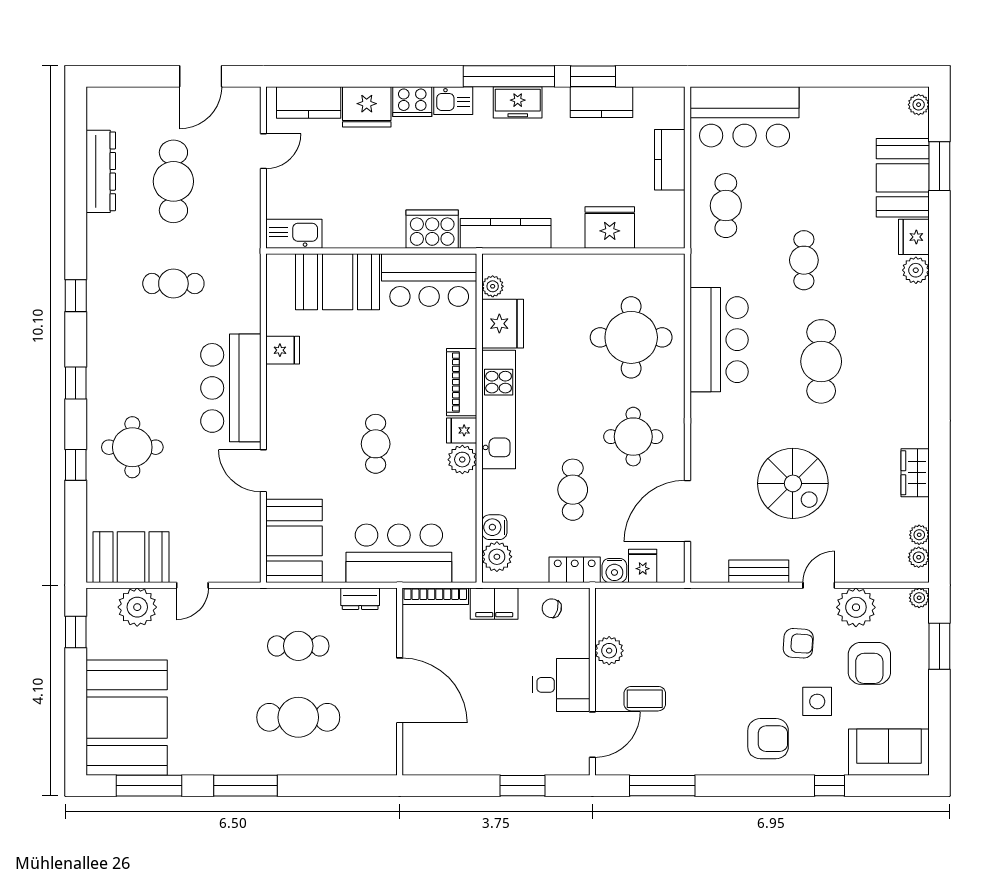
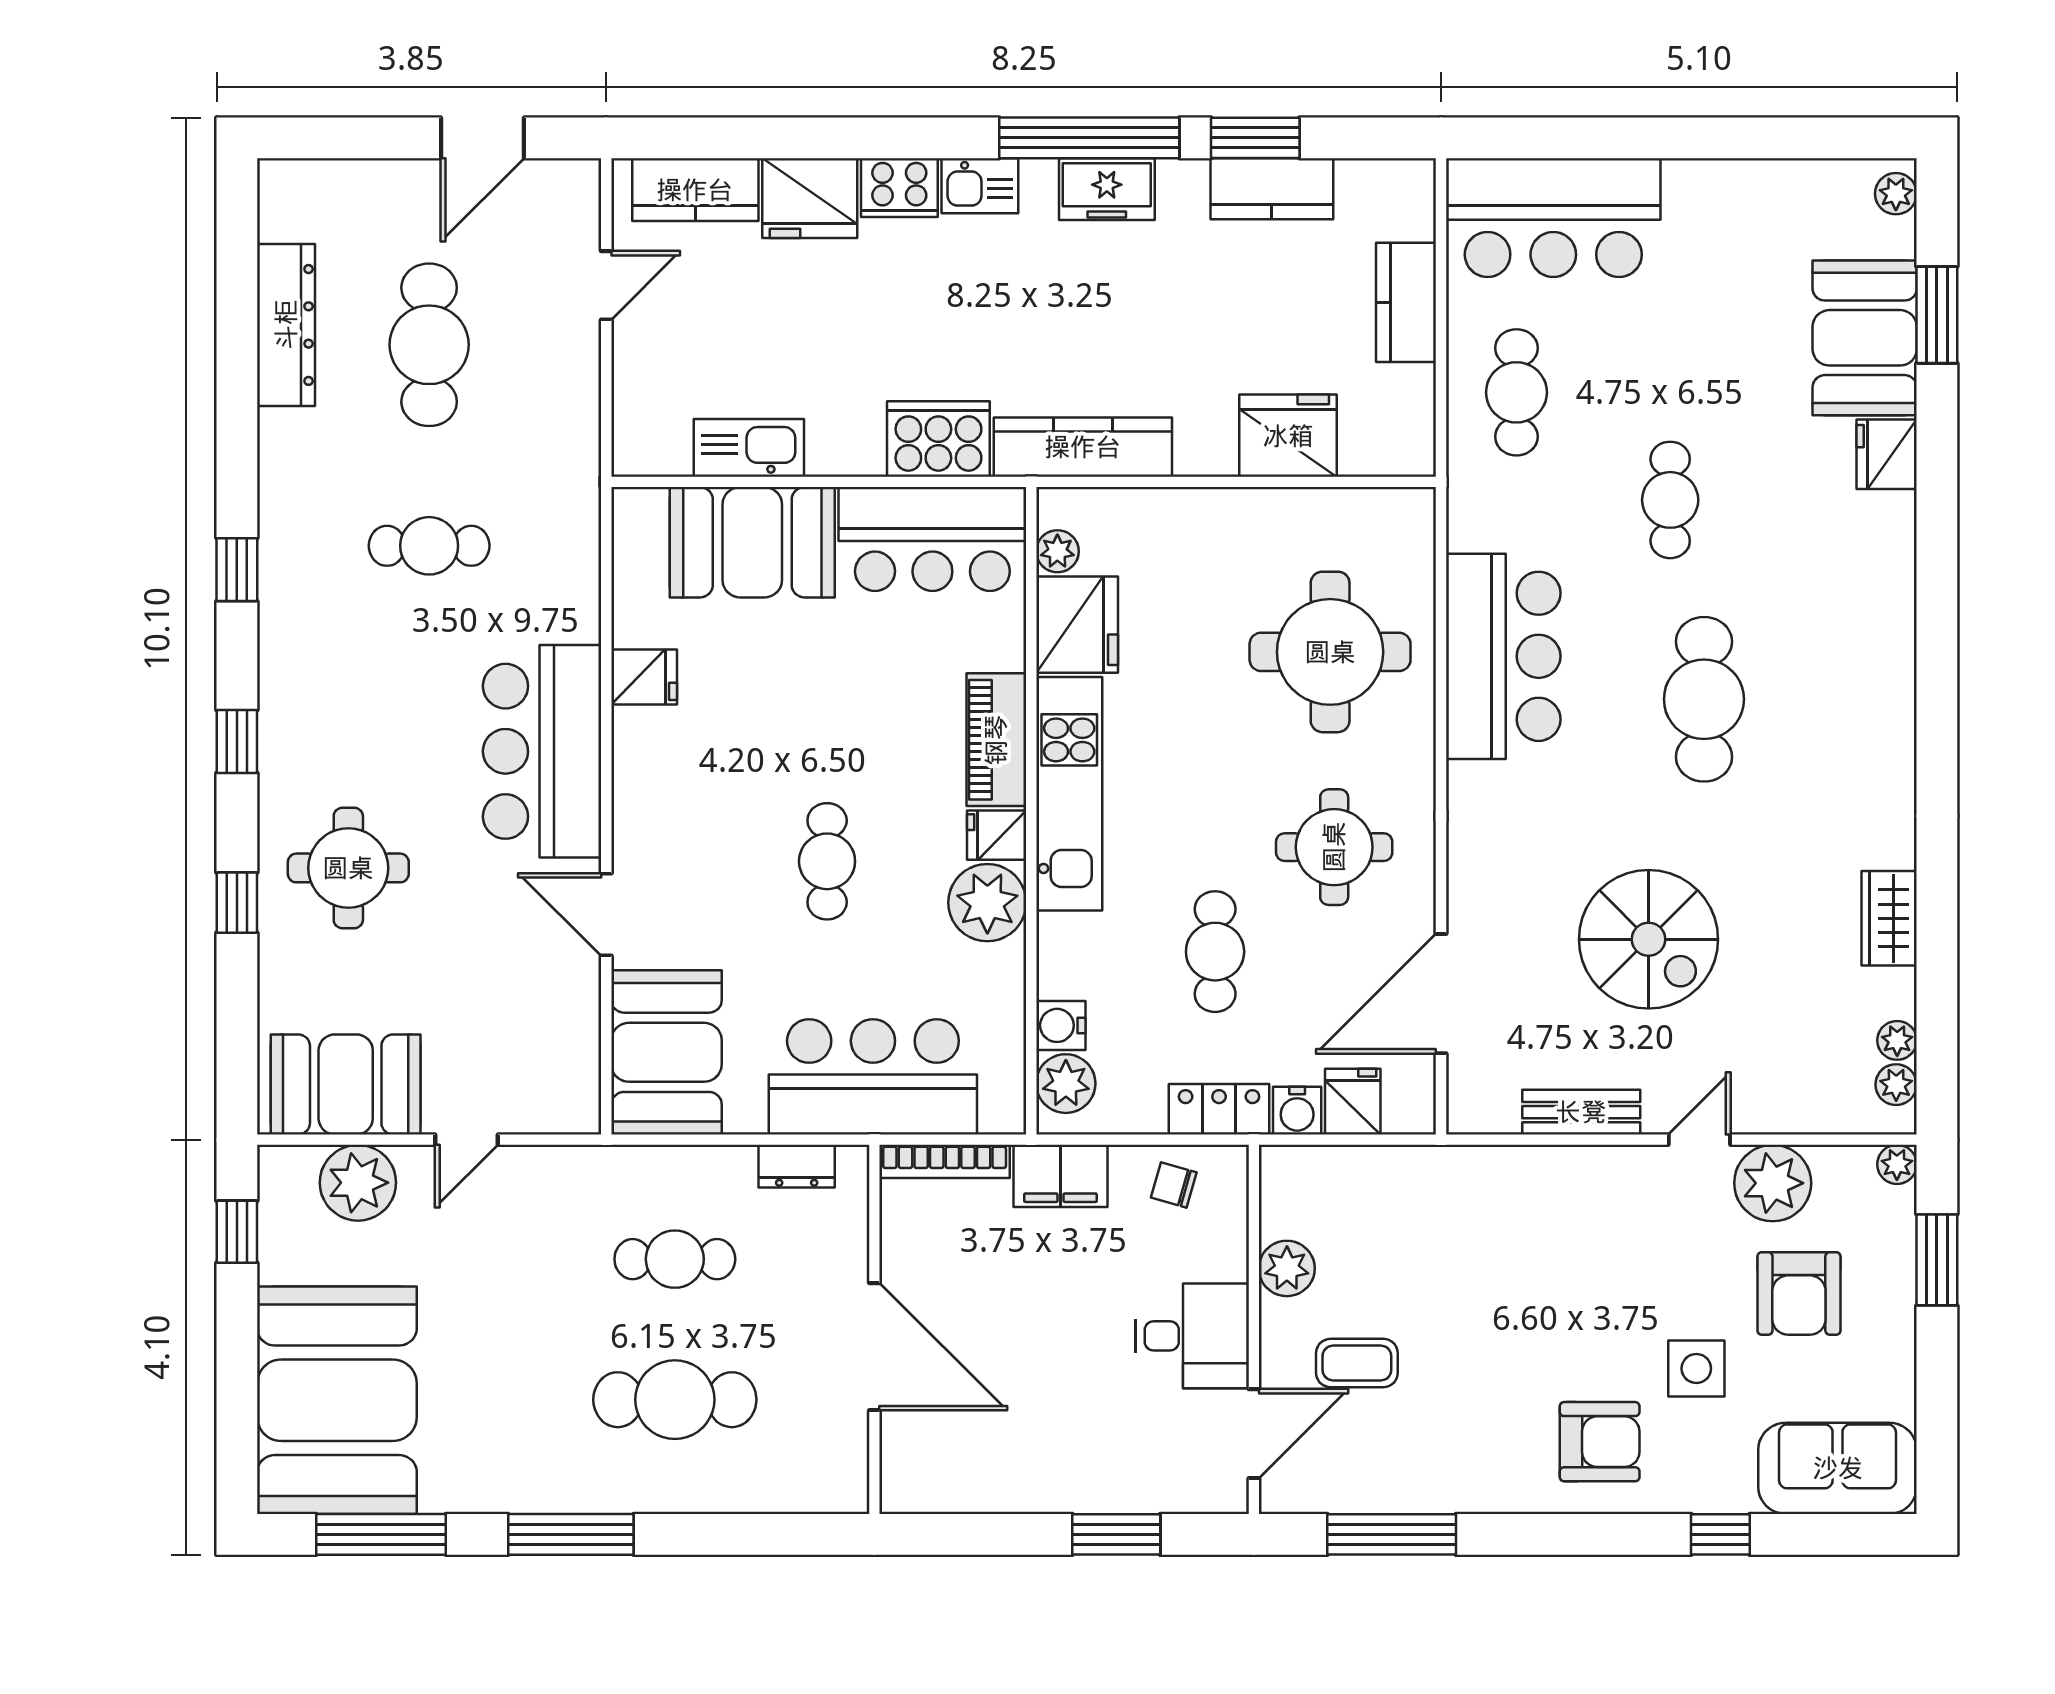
kitchen sink: (294, 234) -> (749, 448), moved
plant: (916, 270) -> (1890, 520), removed
plant: (462, 460) -> (987, 903), width x1.36, depth x1.36
armchair: (798, 643) -> (1659, 1254), removed

